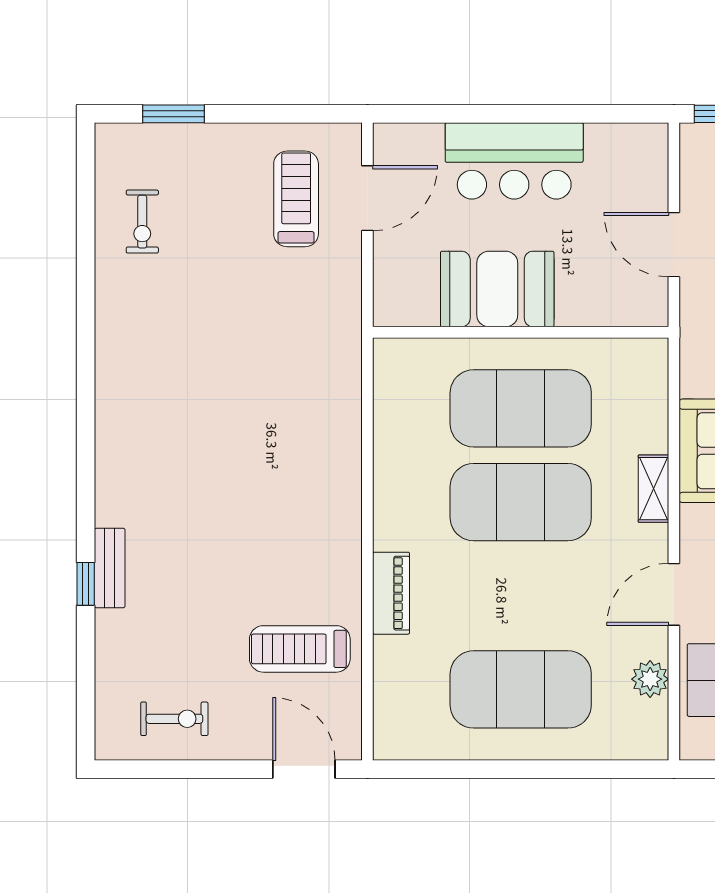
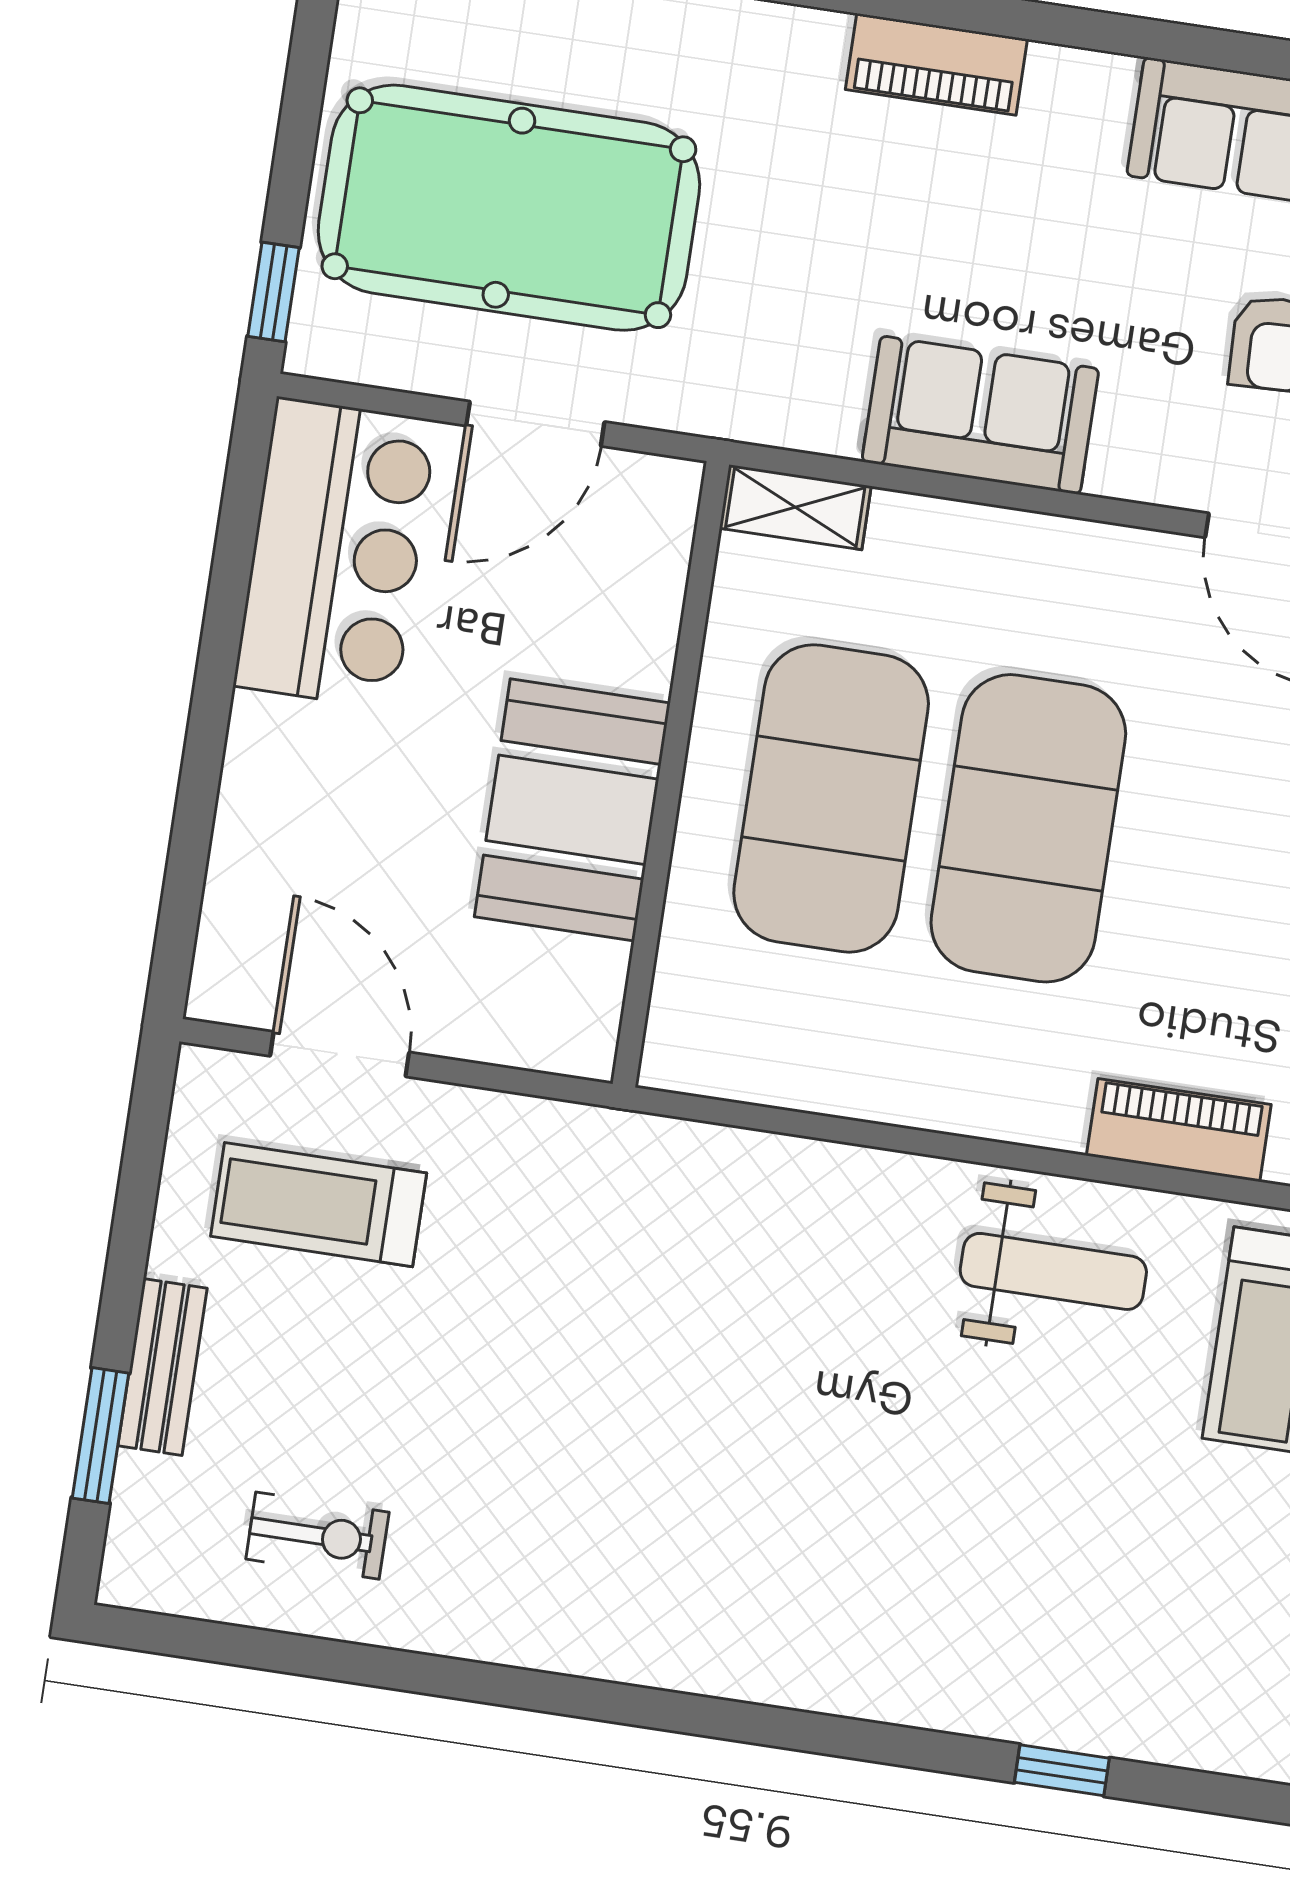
bar counter: (514, 161) -> (335, 553), moved
shelving: (653, 489) -> (795, 507), moved
weight bench: (317, 545) -> (1053, 1271), added
bench: (110, 568) -> (163, 1367), moved, turned 90

